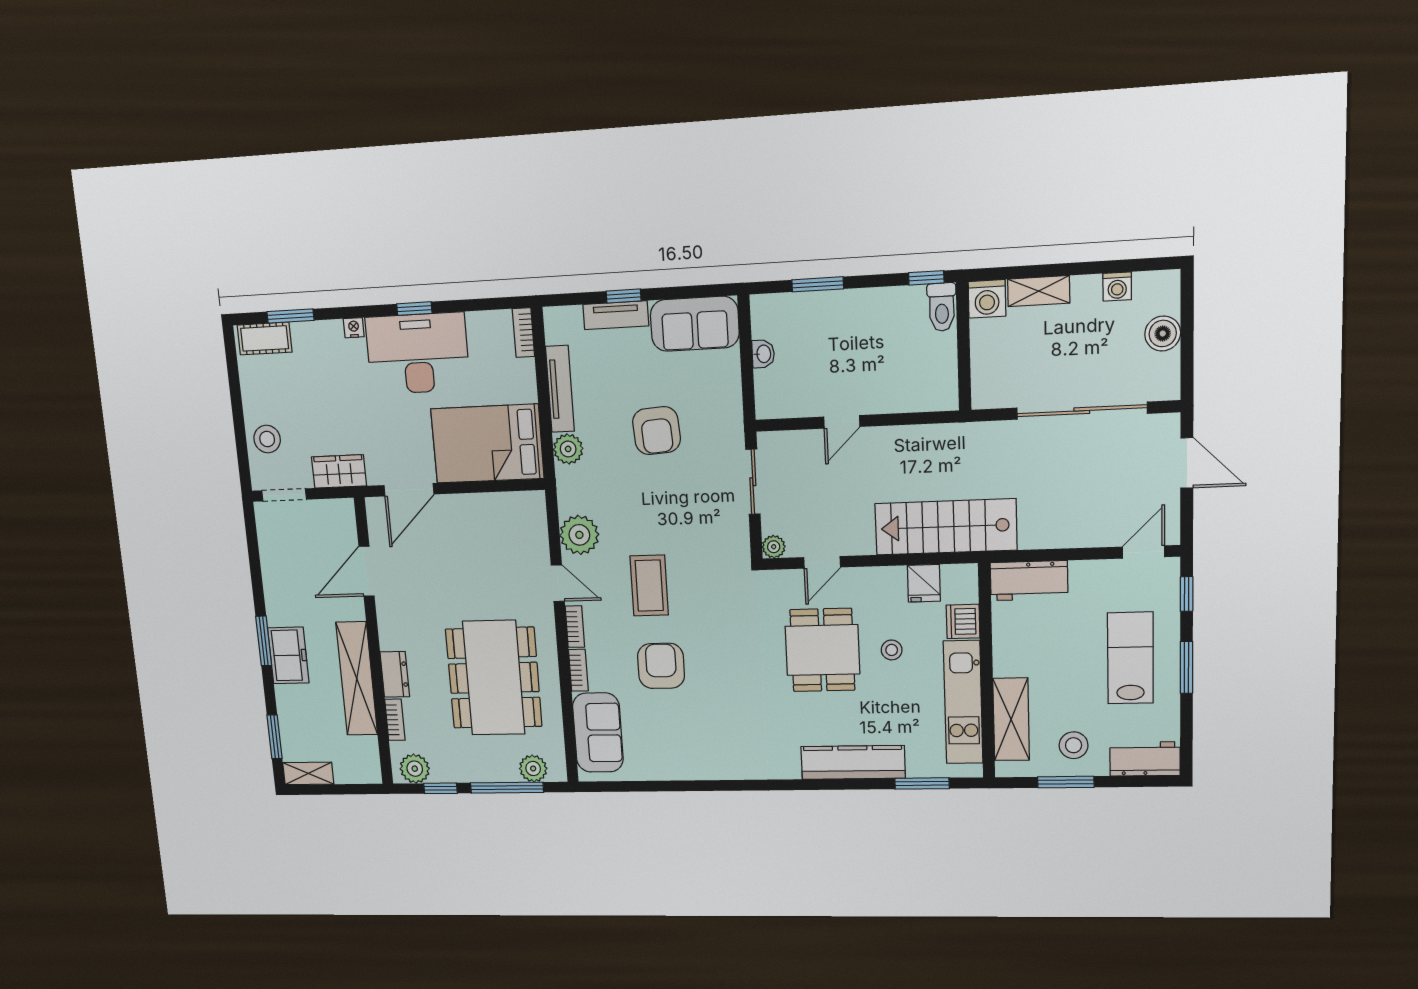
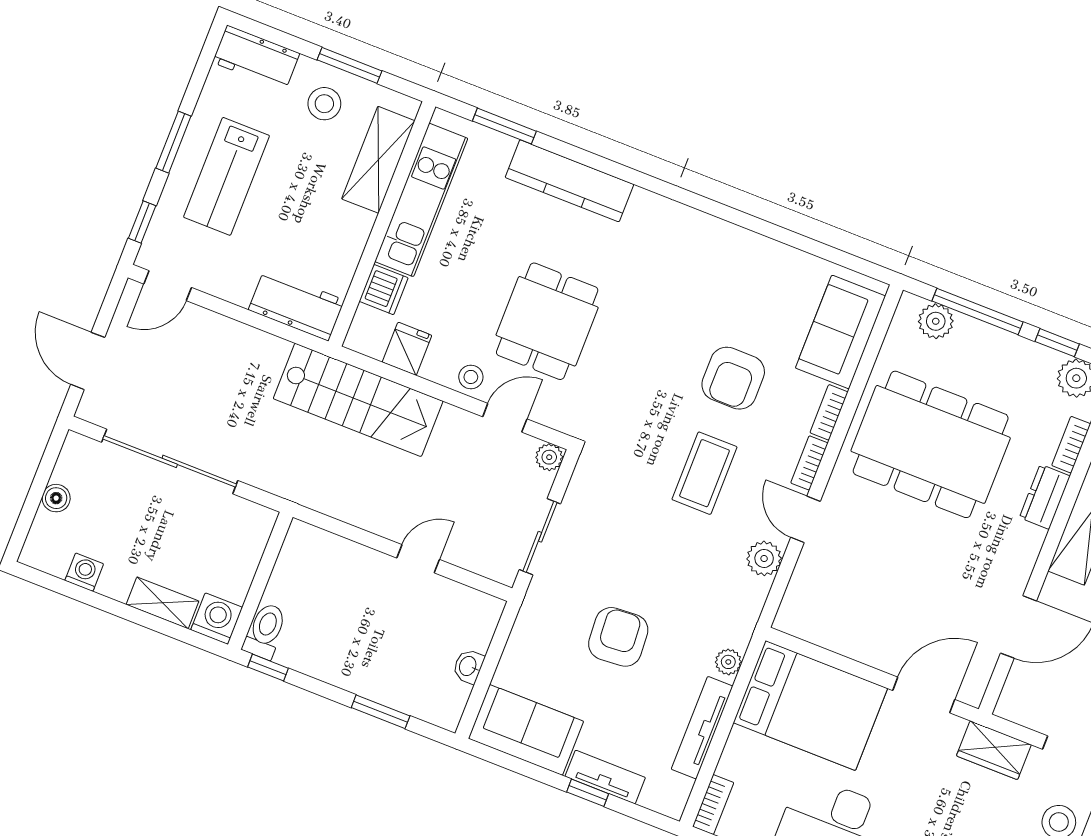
boiler: (1163, 333) -> (56, 498), width x0.73, depth x0.73
plant: (568, 449) -> (728, 662), width x0.73, depth x0.73
plant: (579, 535) -> (764, 558), width x0.73, depth x0.73
stool: (892, 650) -> (471, 377), moved
dining table: (494, 678) -> (931, 444), turned 90

